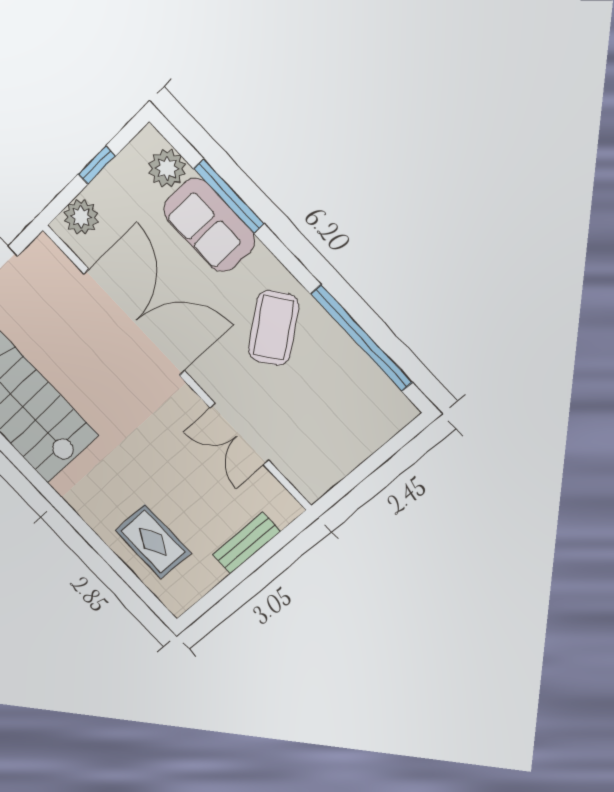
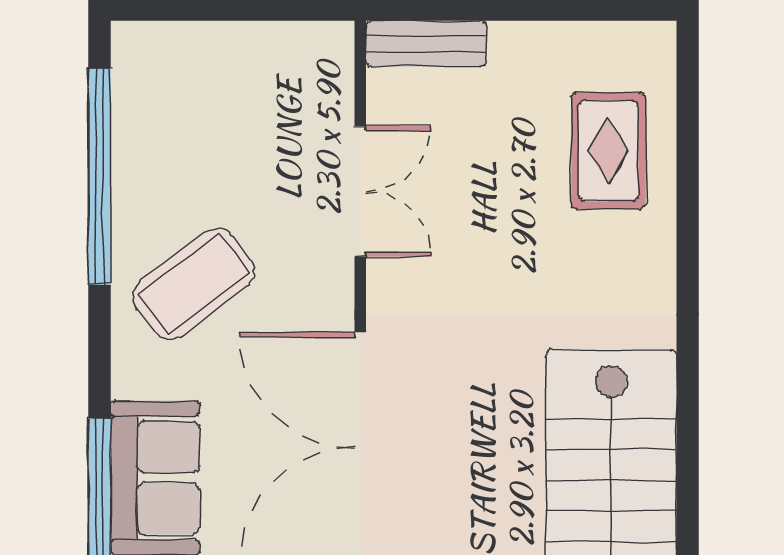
bench: (246, 543) -> (426, 44), moved

